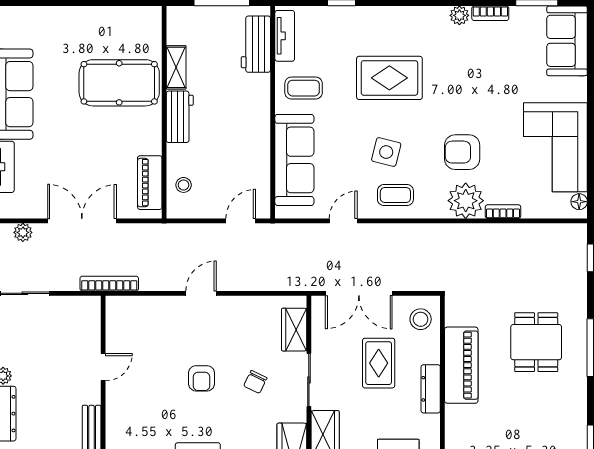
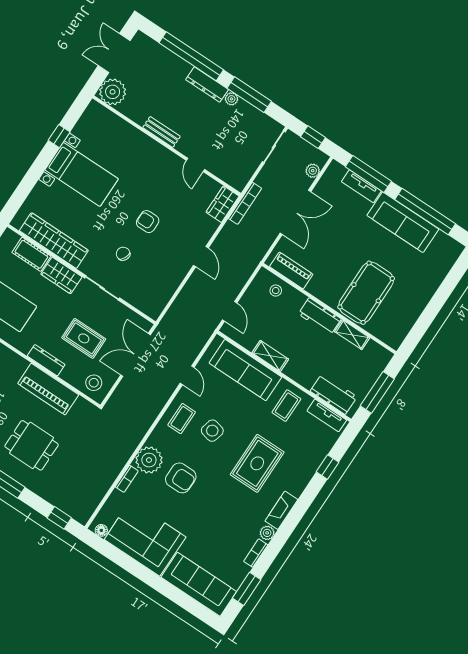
fireplace: (424, 16) -> (281, 510), added
sofa: (567, 41) -> (199, 584), width x1.36
shelving: (260, 143) -> (270, 356), added
armchair: (462, 152) -> (181, 478), turned 90
wardrobe: (294, 330) -> (222, 204), moved, turned -90

